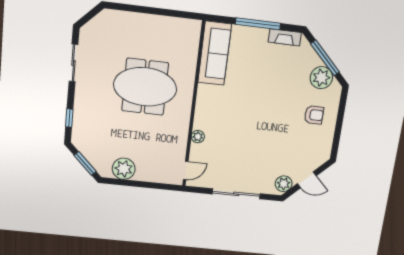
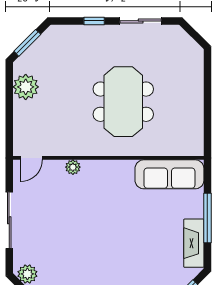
fireplace: (285, 37) -> (194, 243), width x1.37, depth x1.32
window: (69, 118) -> (94, 21), moved
door: (186, 170) -> (31, 158), hinge flipped

